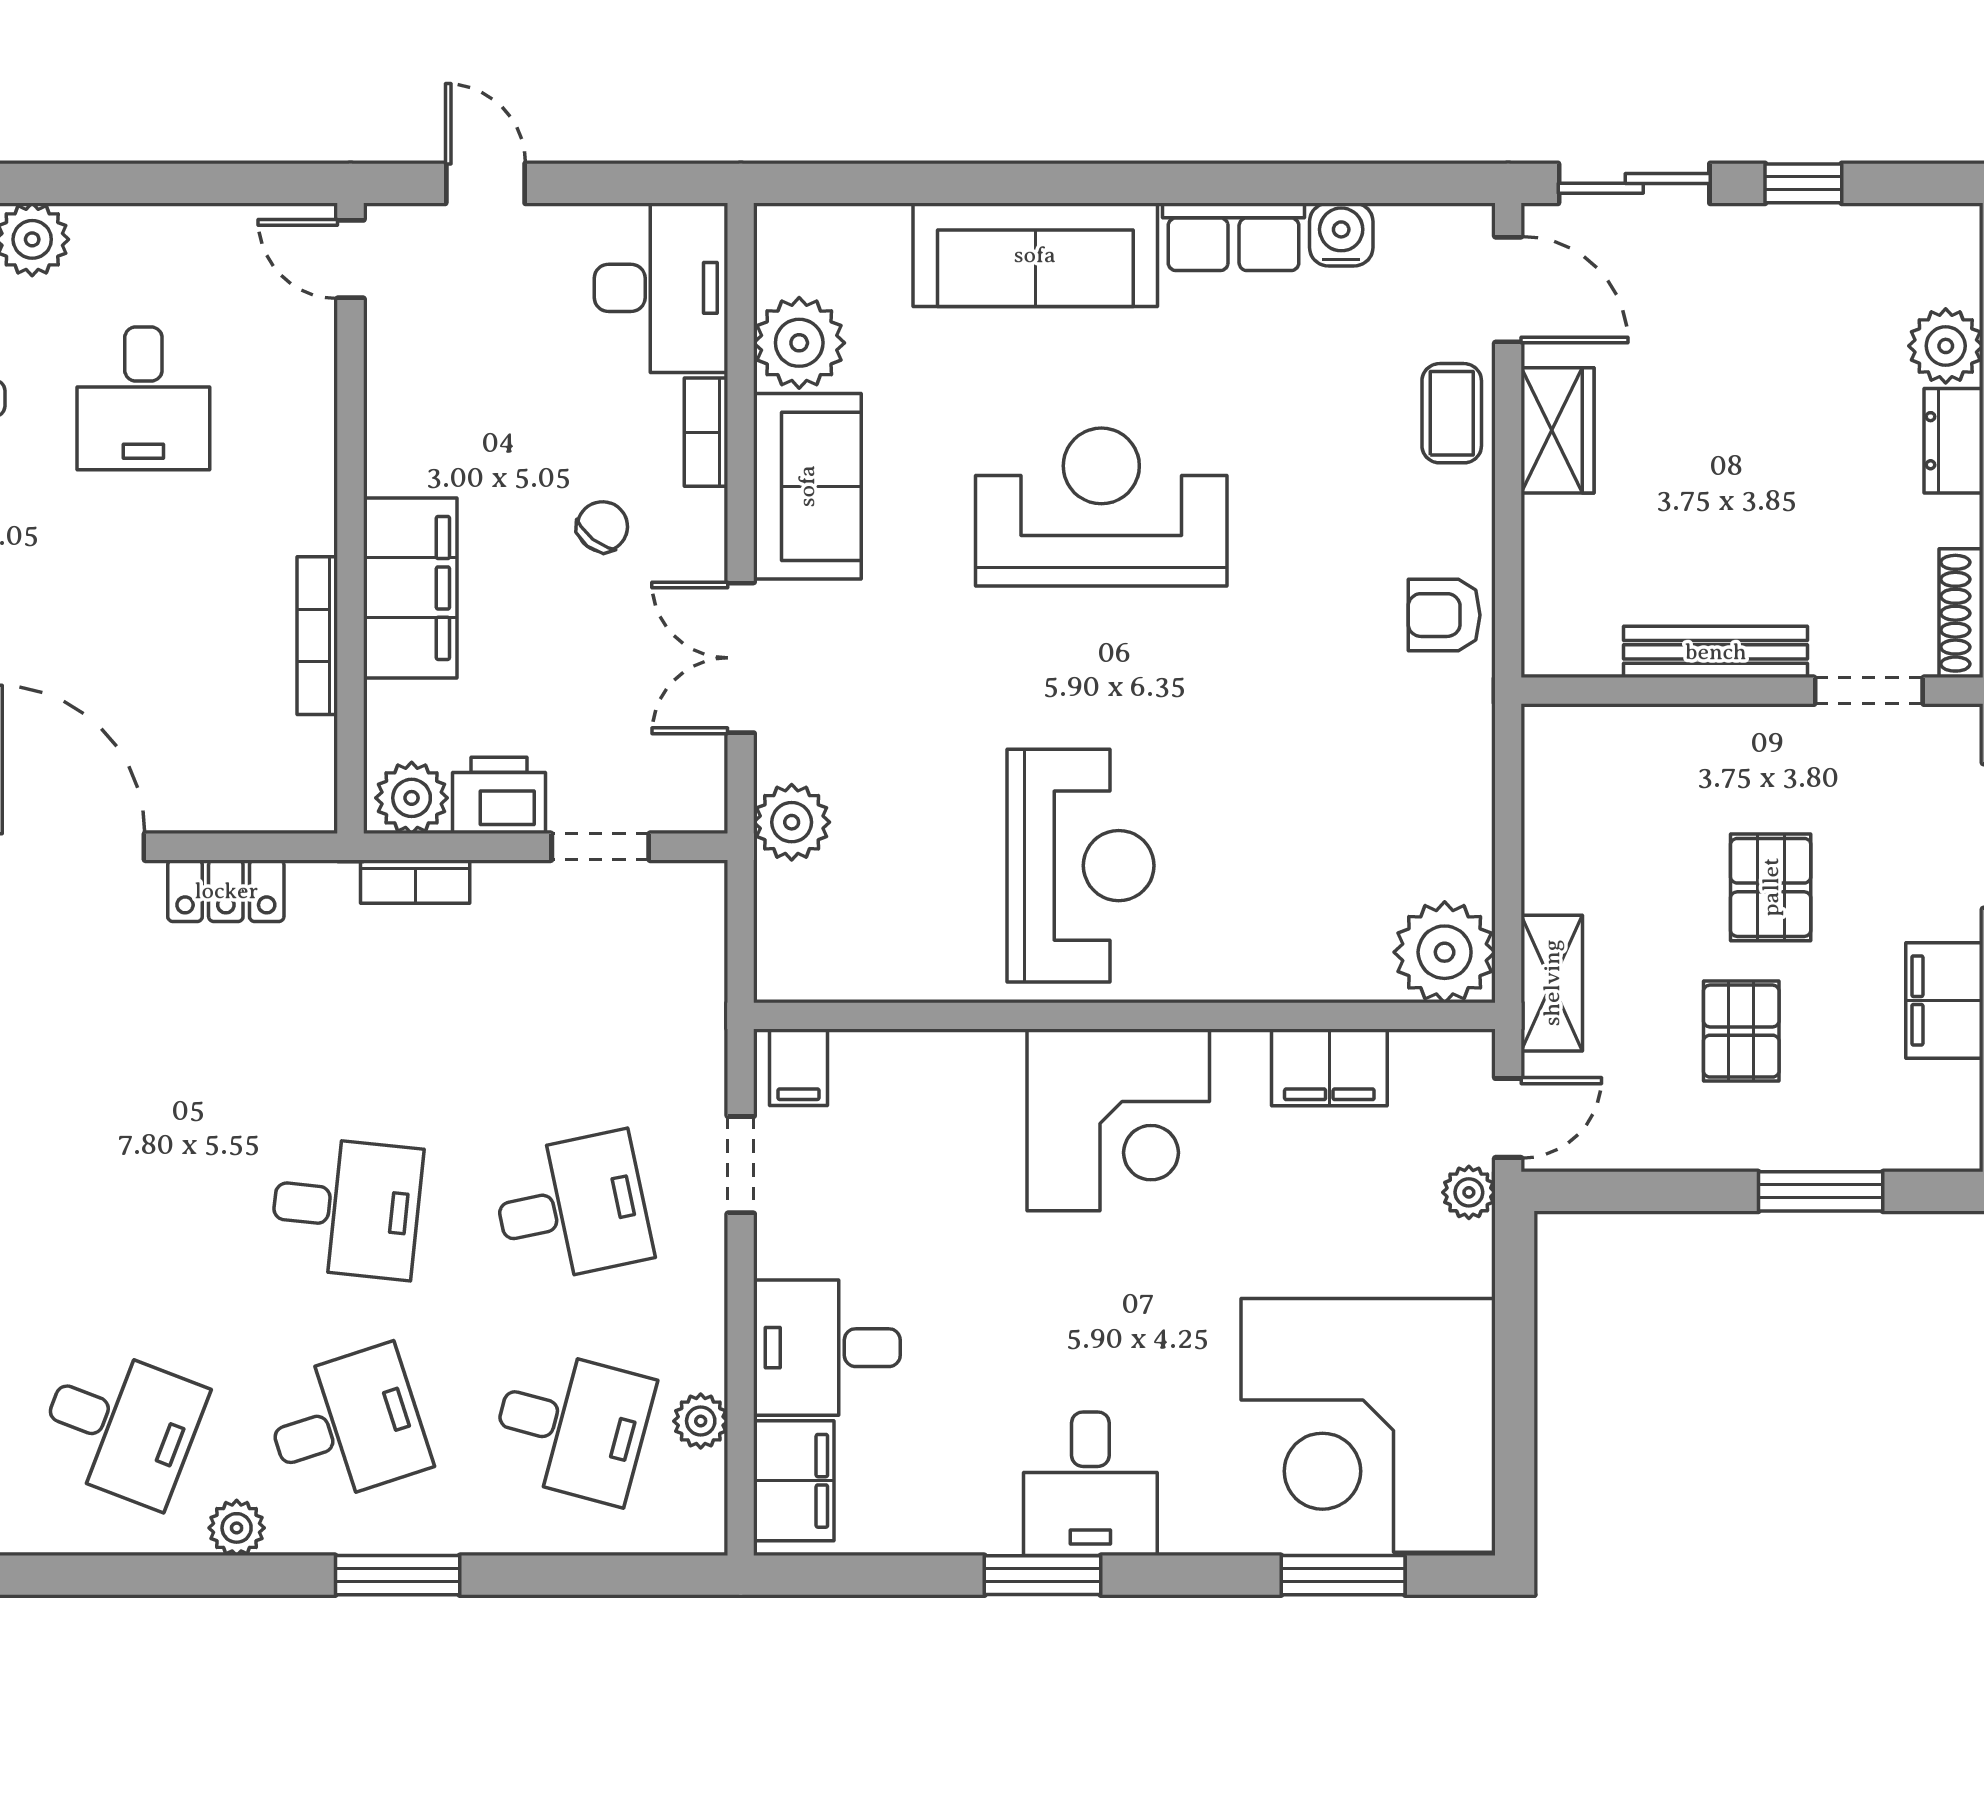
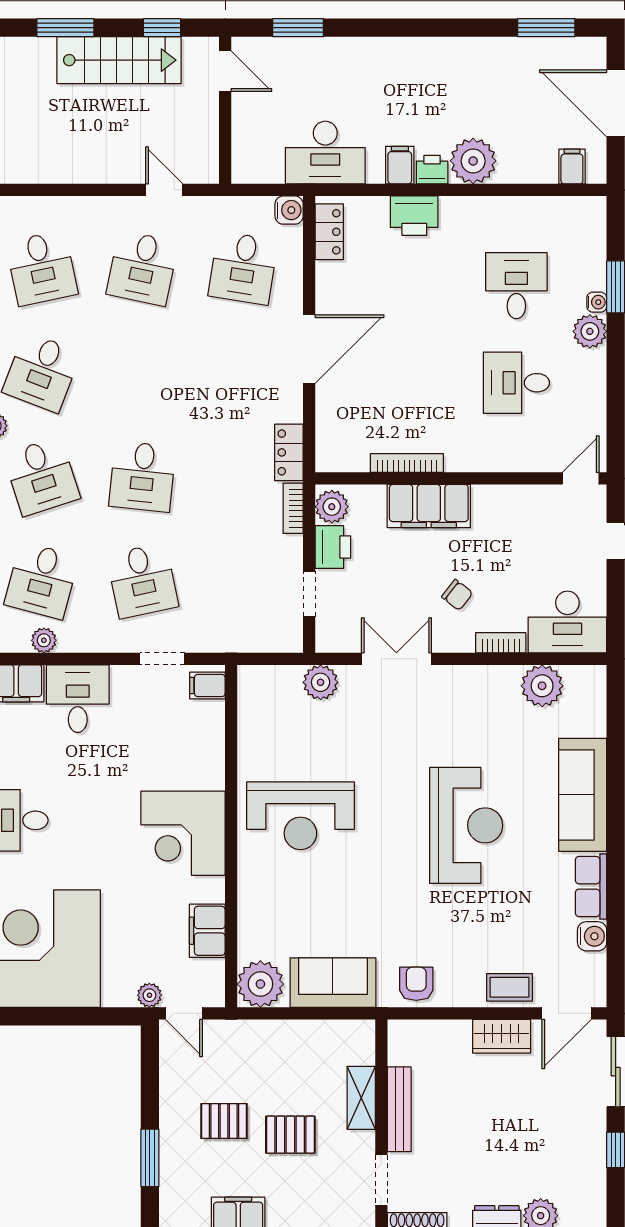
sofa: (807, 486) -> (333, 983), moved, turned 180
locker: (226, 891) -> (289, 452), moved
shelving: (1552, 983) -> (361, 1098), moved, turned 90

